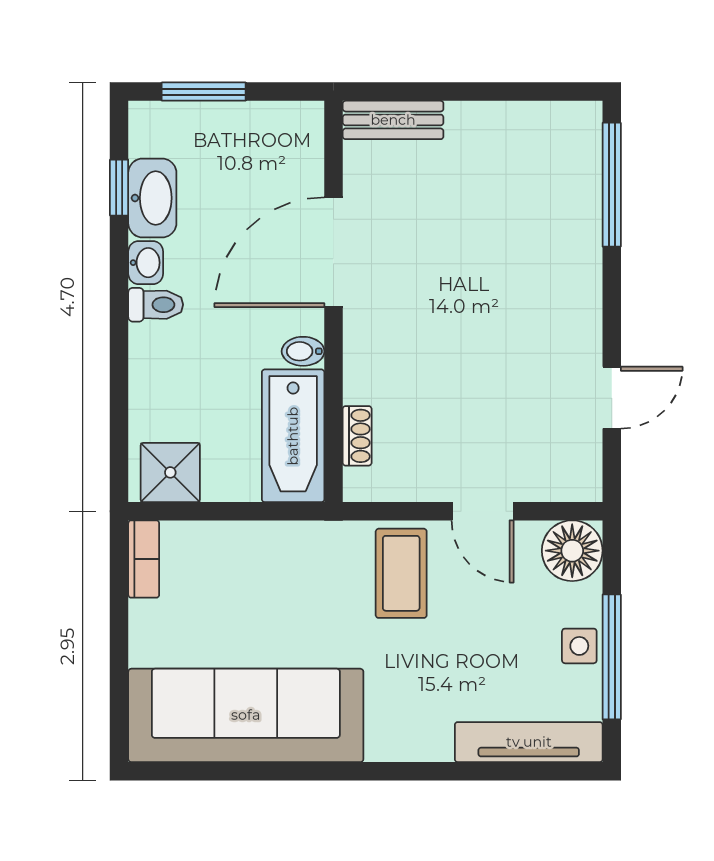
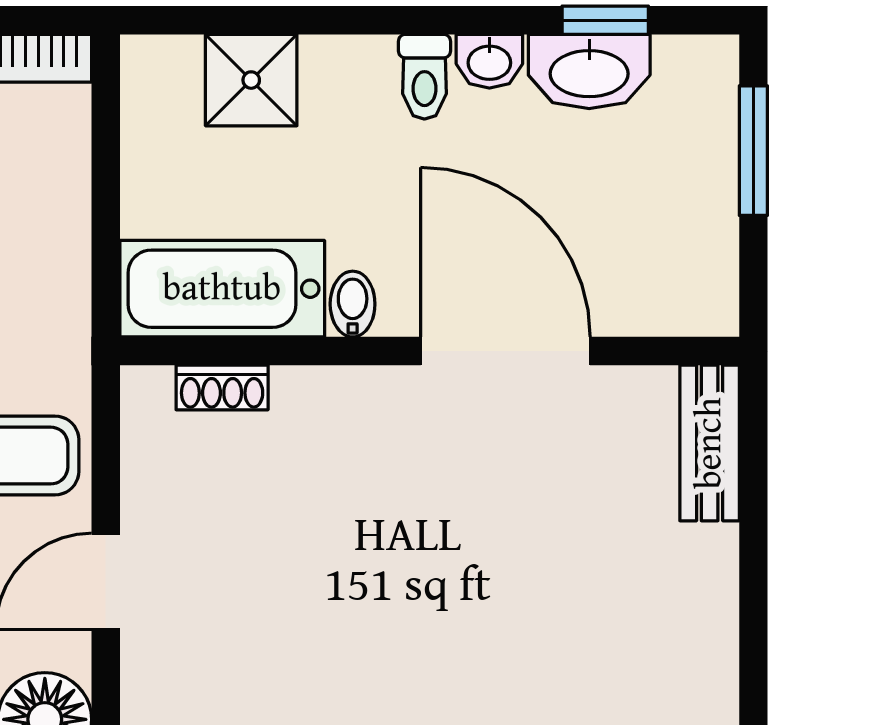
shower: (170, 472) -> (251, 80), moved

